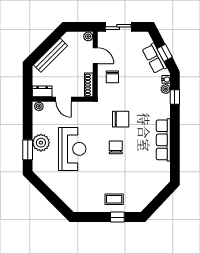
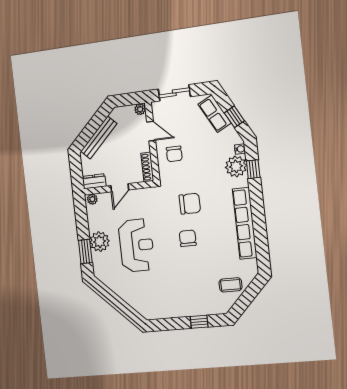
row of seats: (154, 58) -> (215, 114), moved
plant: (166, 89) -> (236, 166), width x1.88, depth x1.88
door: (63, 99) -> (120, 188), hinge flipped
row of seats: (163, 140) -> (245, 223), width x1.36
coffee table: (114, 199) -> (231, 285), moved

